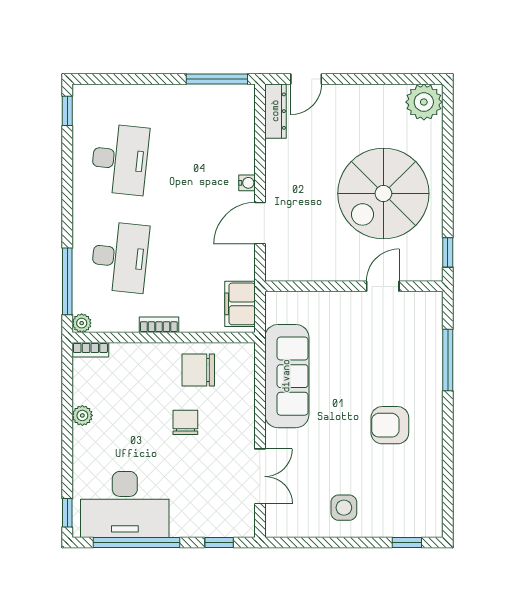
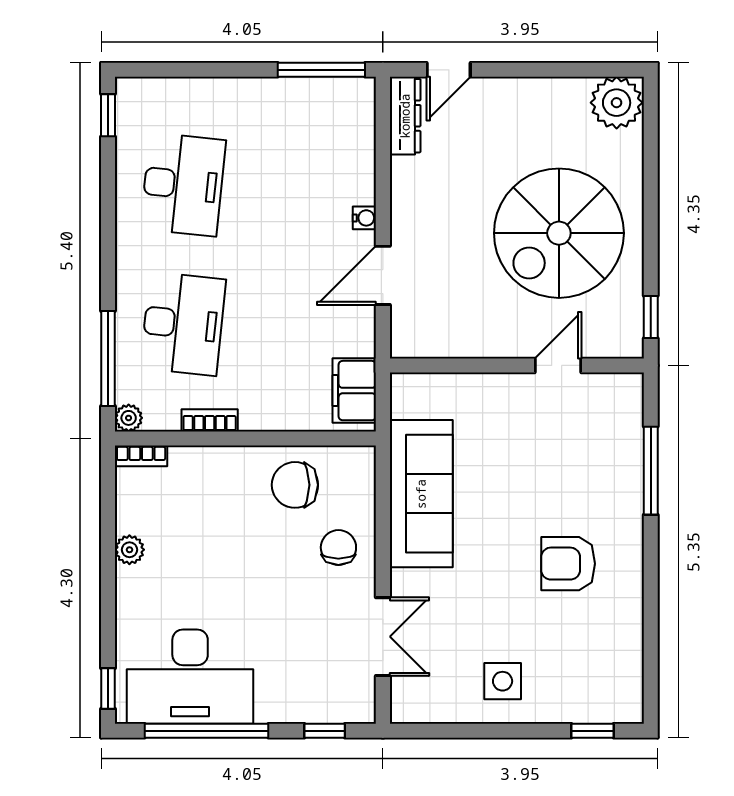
bookcase: (159, 325) -> (210, 420), moved
chair: (185, 422) -> (338, 547), moved

